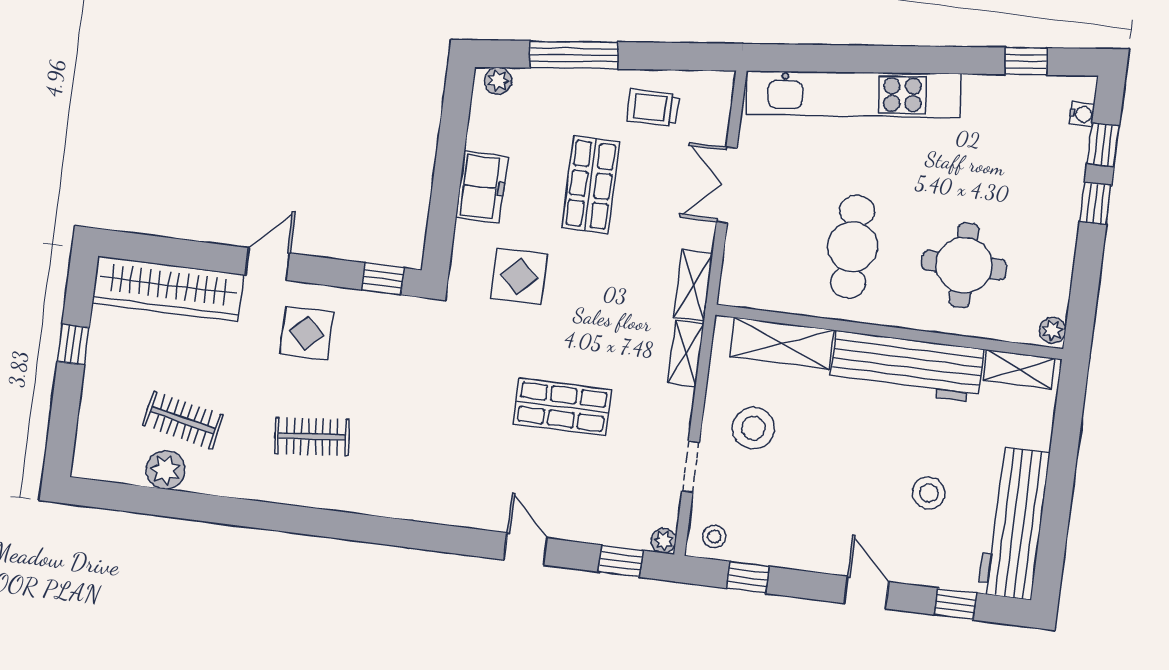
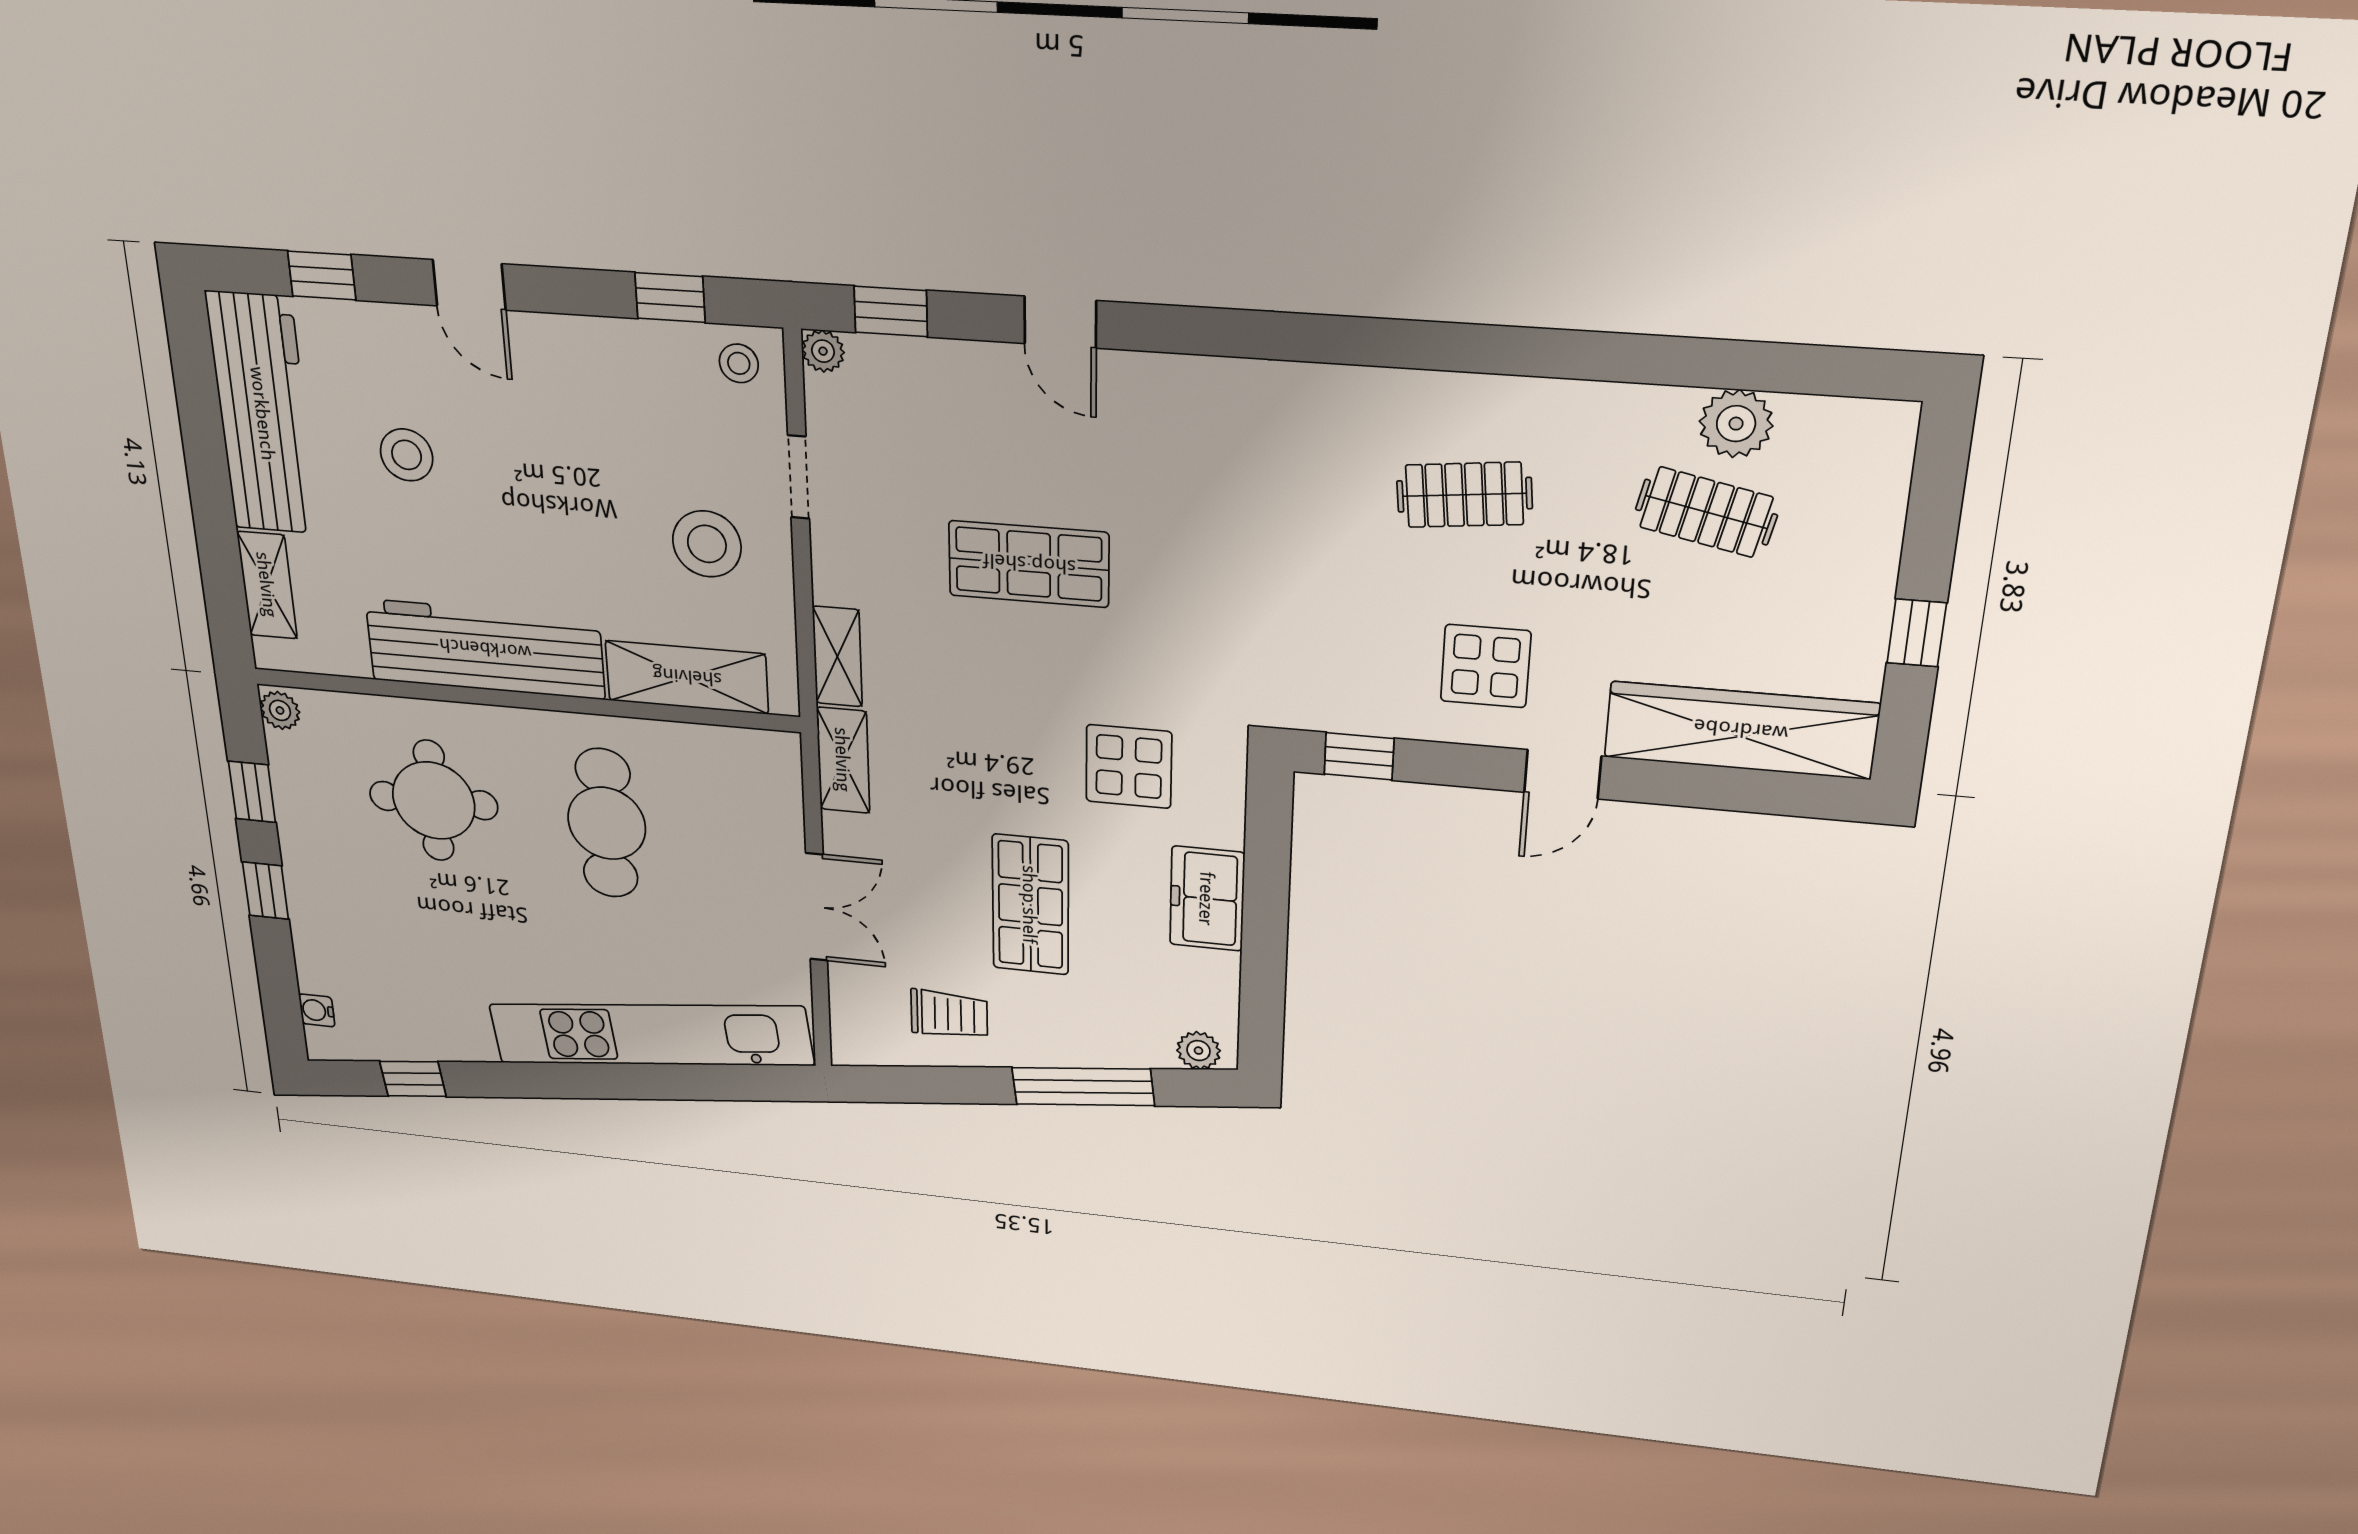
window: (1103, 145) -> (252, 792), moved
shelving: (1019, 369) -> (267, 585), moved, turned 90

